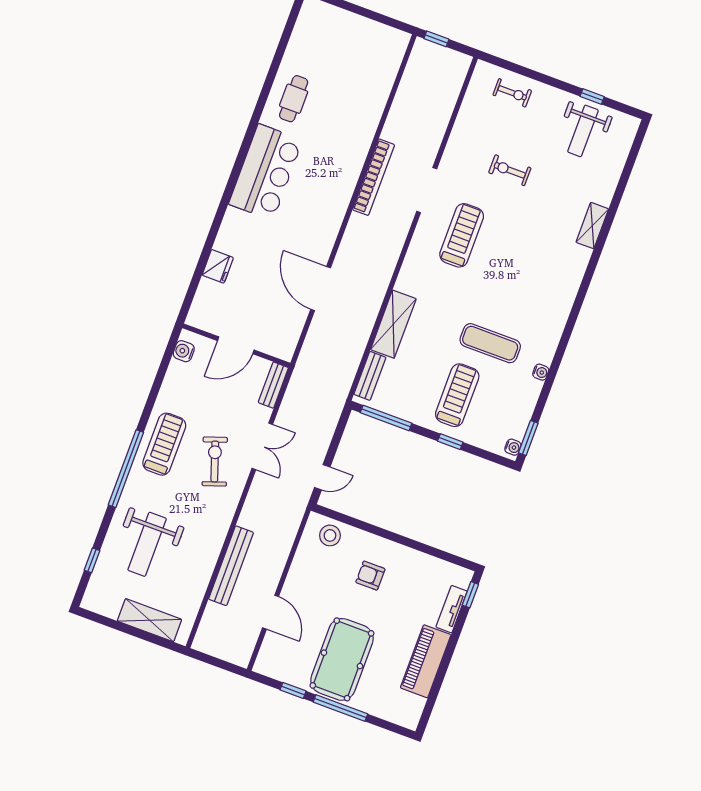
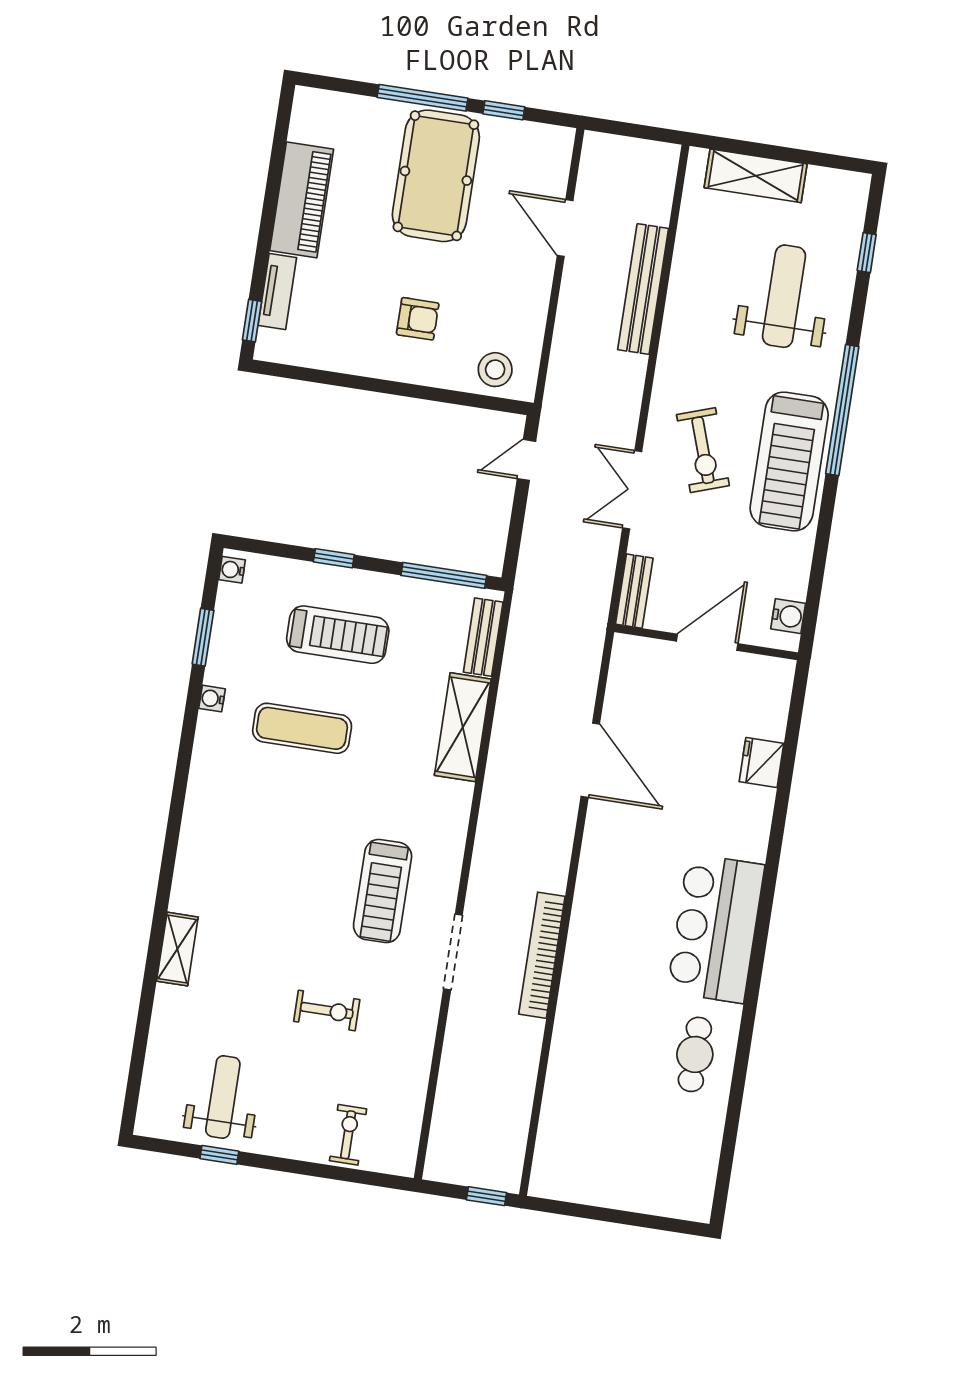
exercise bike: (512, 93) -> (348, 1135), turned 90
treadmill: (457, 395) -> (338, 635), turned -90
window: (528, 438) -> (203, 637), moved
treadmill: (164, 444) -> (789, 461), width x1.37, depth x1.38

